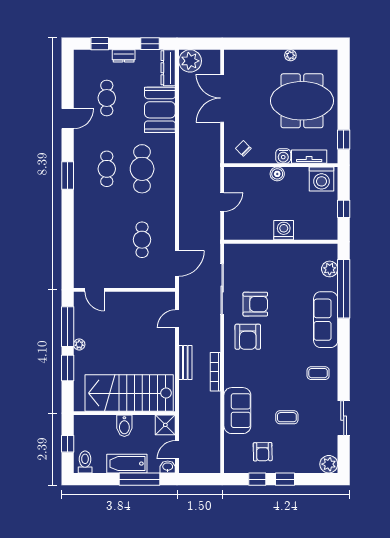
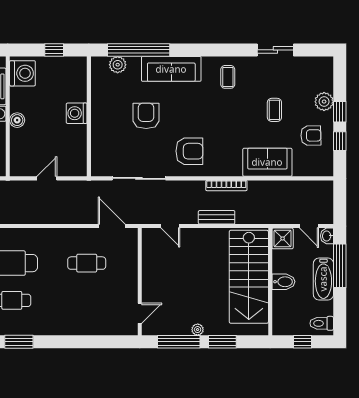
door: (222, 202) -> (47, 178), hinge flipped
armchair: (255, 304) -> (146, 116), moved
plant: (329, 464) -> (324, 102), moved

